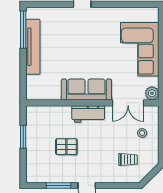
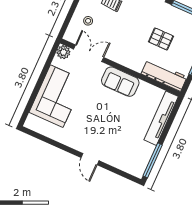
tv unit: (33, 47) -> (161, 118), moved
sofa: (86, 90) -> (120, 82), width x0.73
workbench: (88, 114) -> (164, 75), moved, width x1.38

